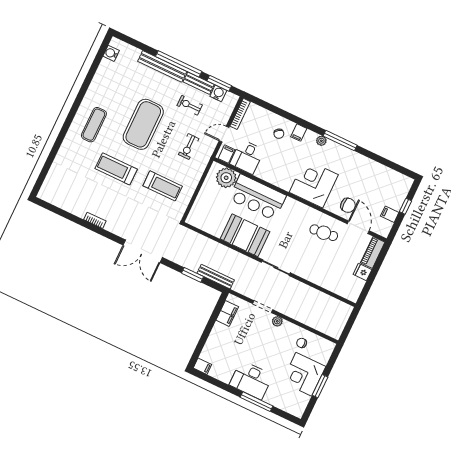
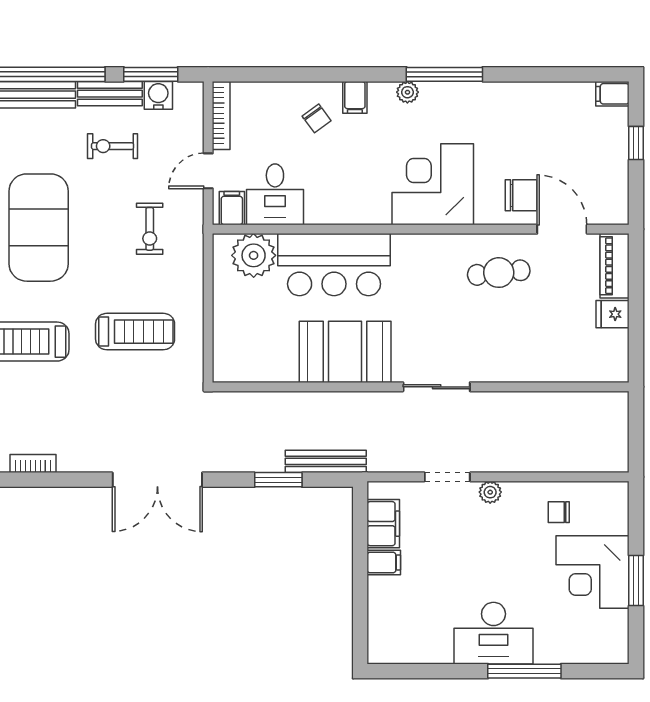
filing cabinet: (390, 214) -> (612, 94), moved
filing cabinet: (202, 366) -> (384, 563), moved

